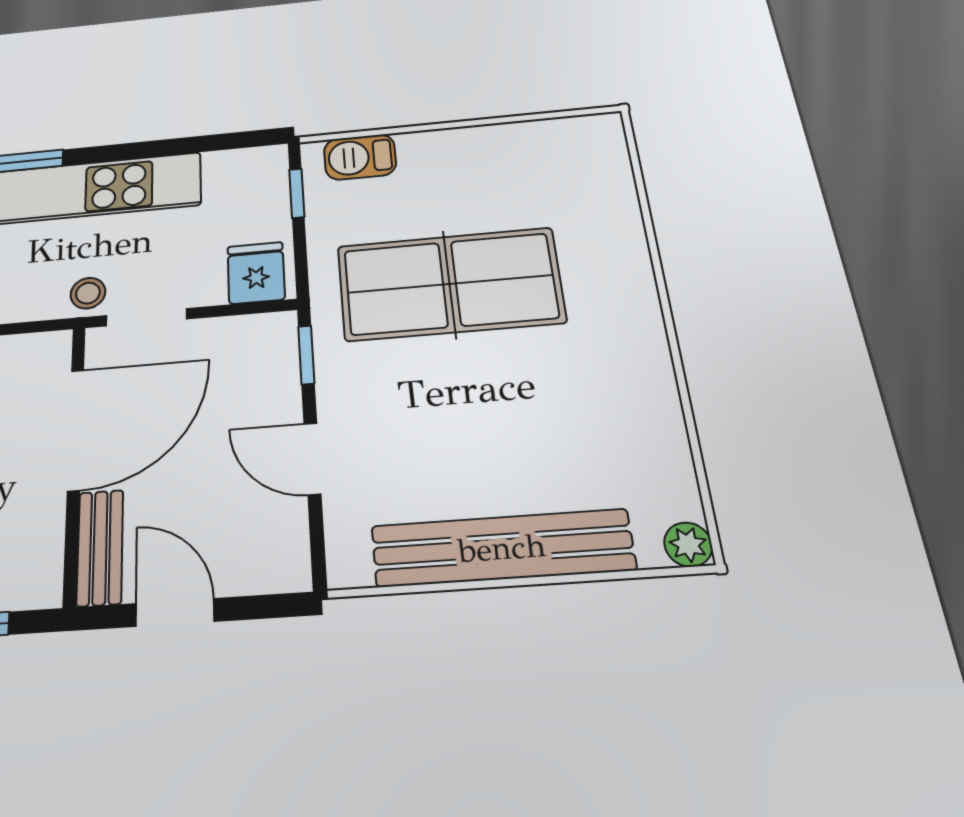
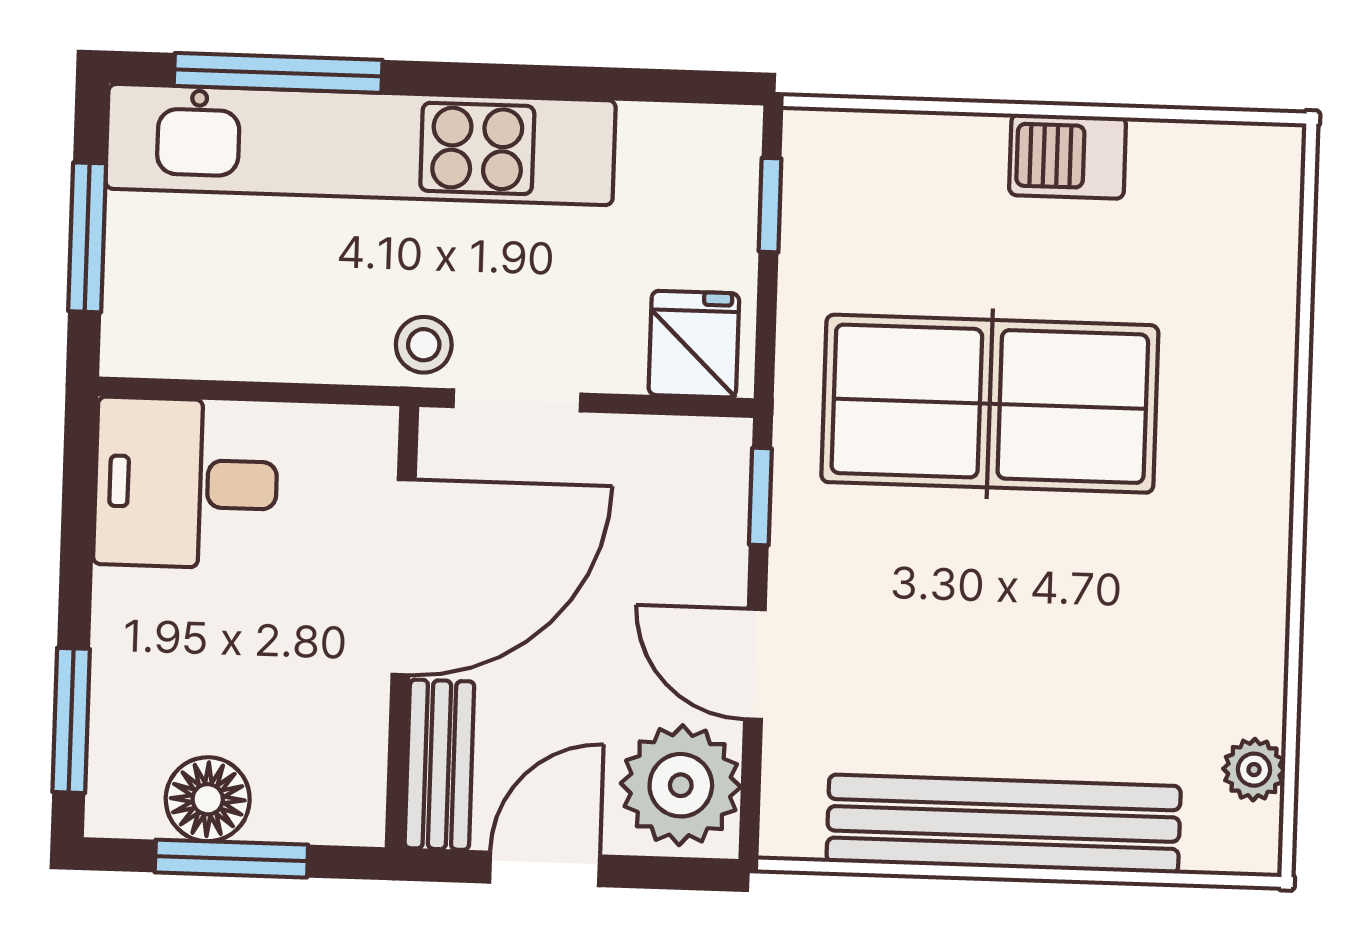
barbecue: (360, 157) -> (1068, 156), moved
plant: (268, 544) -> (681, 785), added
plant: (688, 545) -> (1254, 770), moved
door: (175, 612) -> (545, 869), hinge flipped

